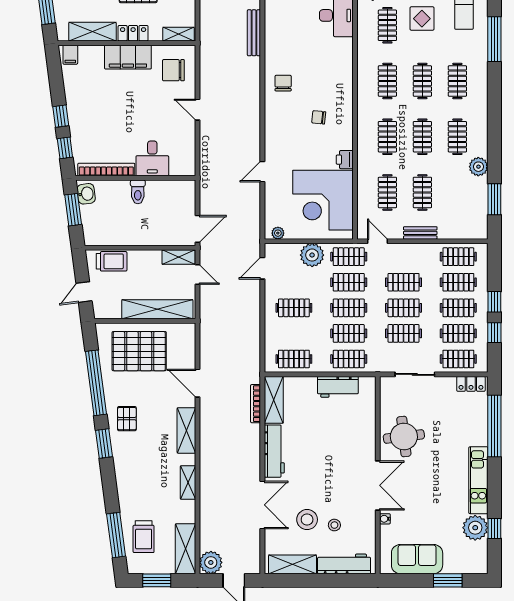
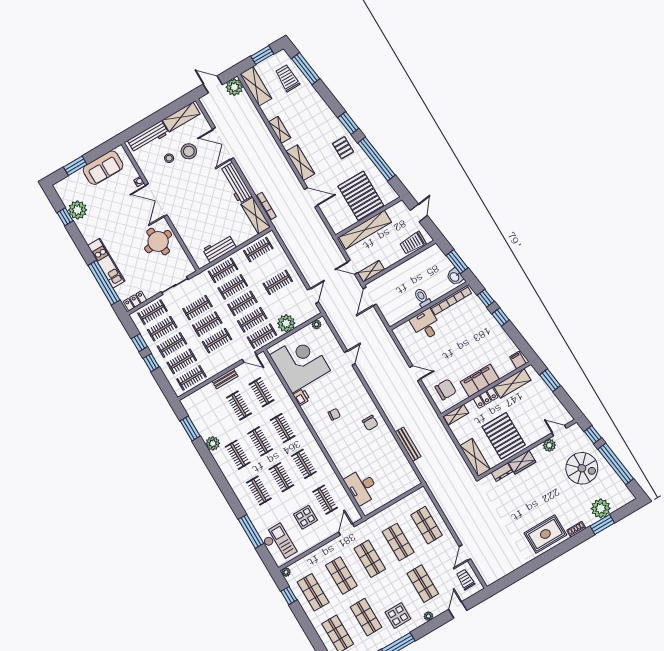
pallet: (139, 351) -> (361, 196), turned 90
kitchen unit: (478, 480) -> (106, 263), moved

